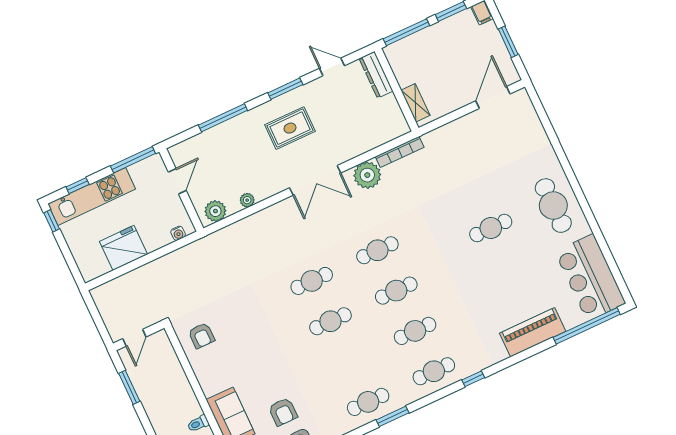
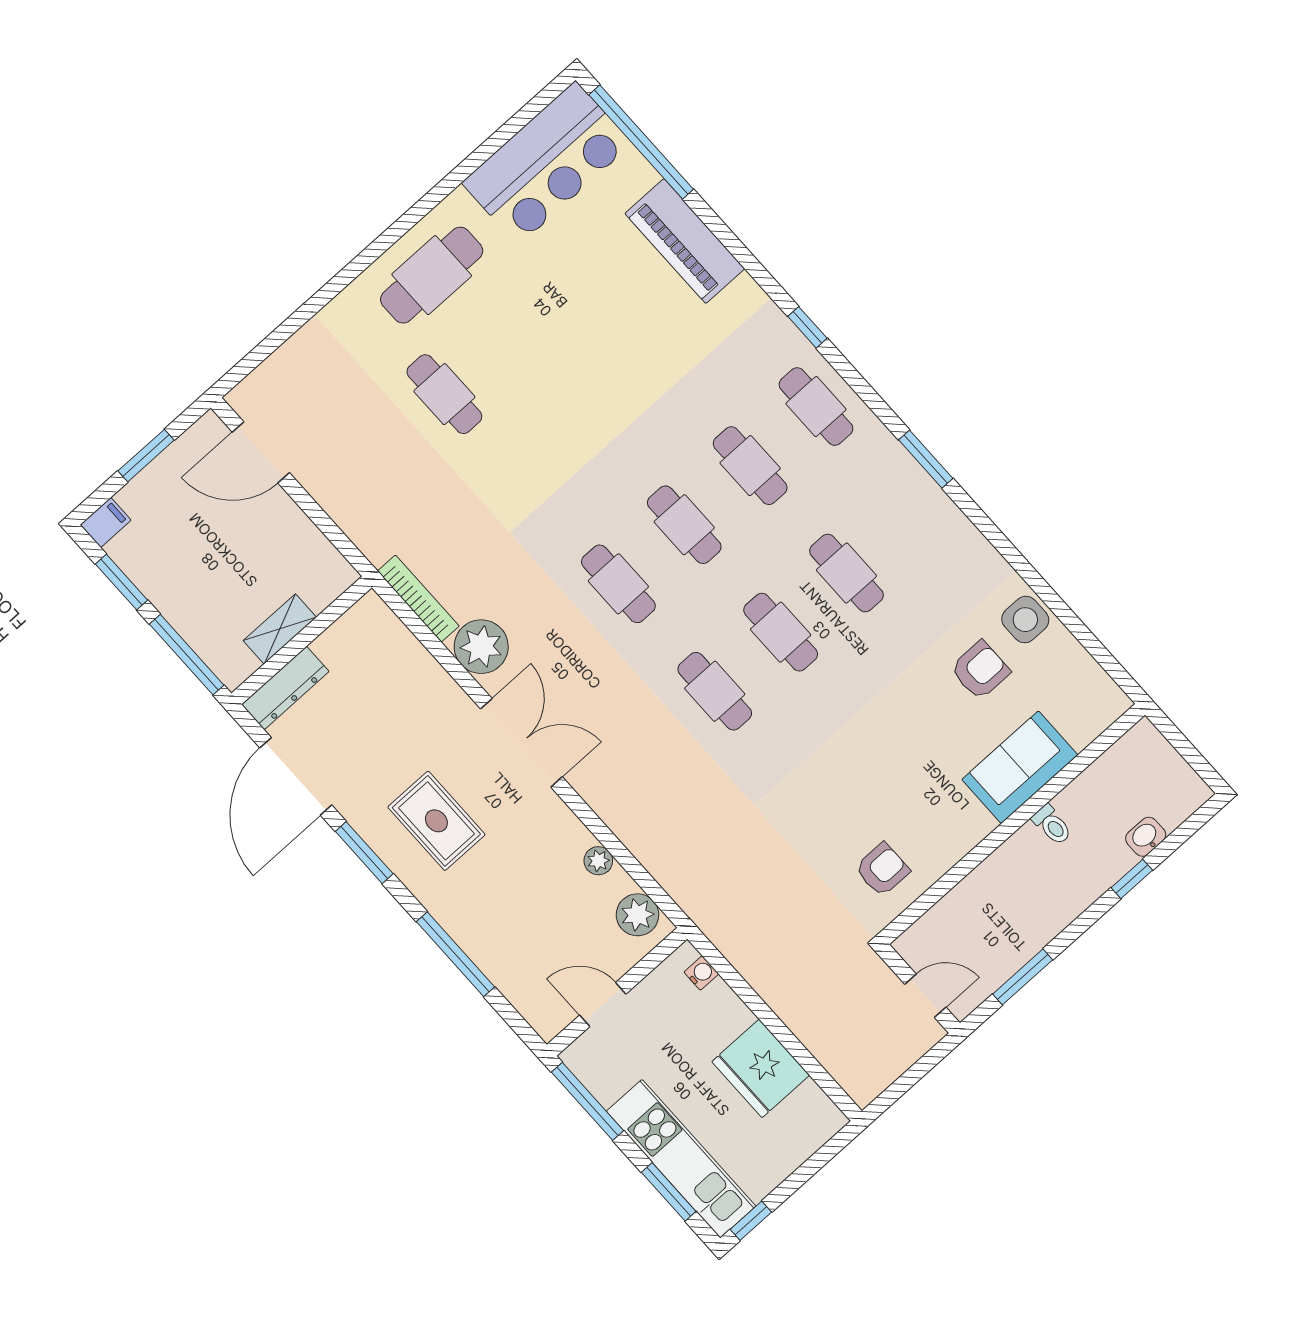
door: (332, 67) -> (296, 776), width x1.87
shelving: (416, 103) -> (280, 629), moved
window: (78, 186) -> (669, 1192), width x1.50
cafe table: (491, 228) -> (444, 394), moved
cafe table: (368, 402) -> (846, 573), moved

